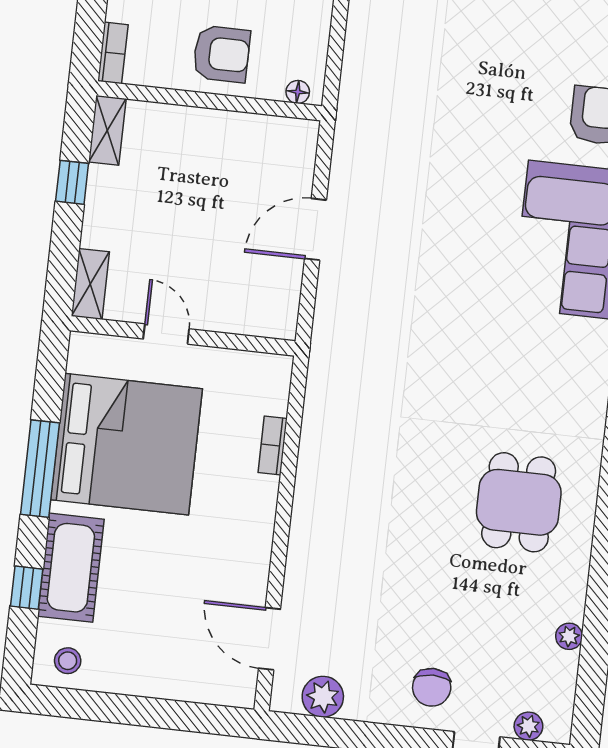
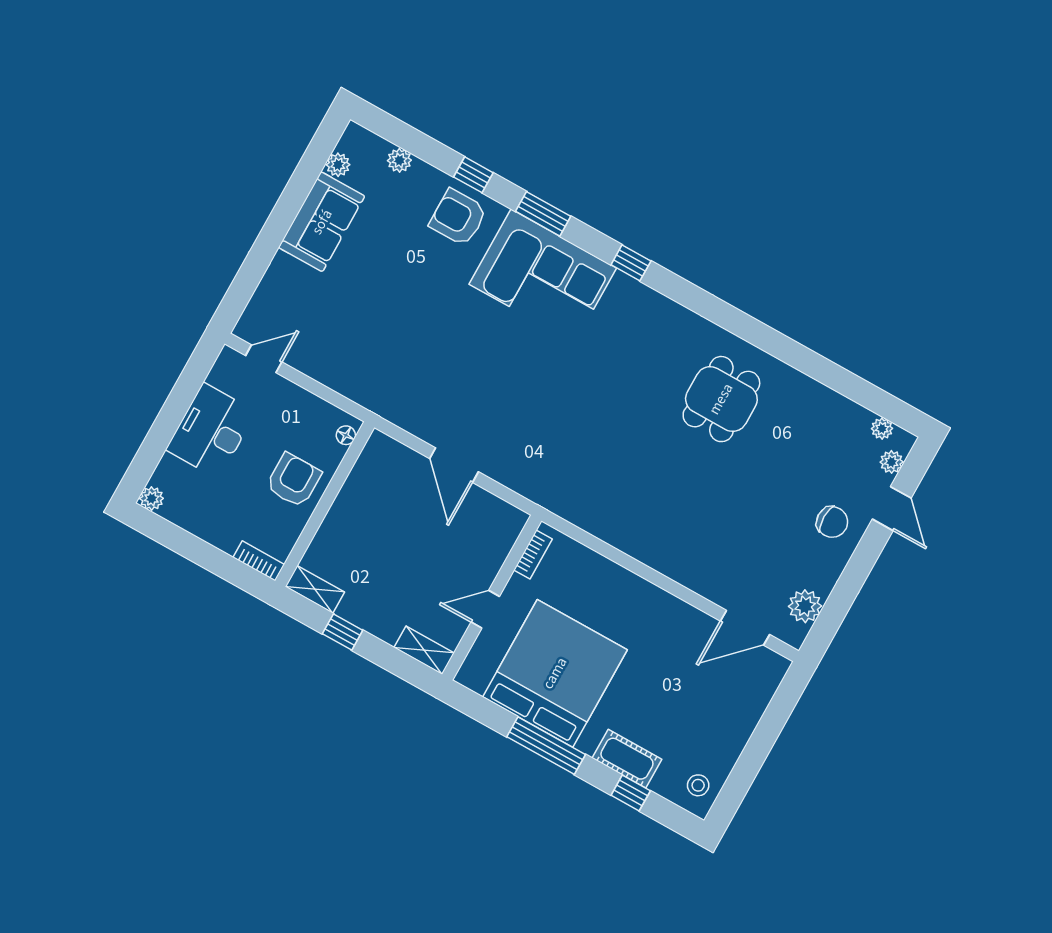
bookcase: (273, 445) -> (533, 554), moved, turned -90
dining table: (519, 502) -> (721, 399), turned 90
cot: (71, 568) -> (627, 759), width x0.73, depth x0.75
plant: (569, 636) -> (882, 429), moved

